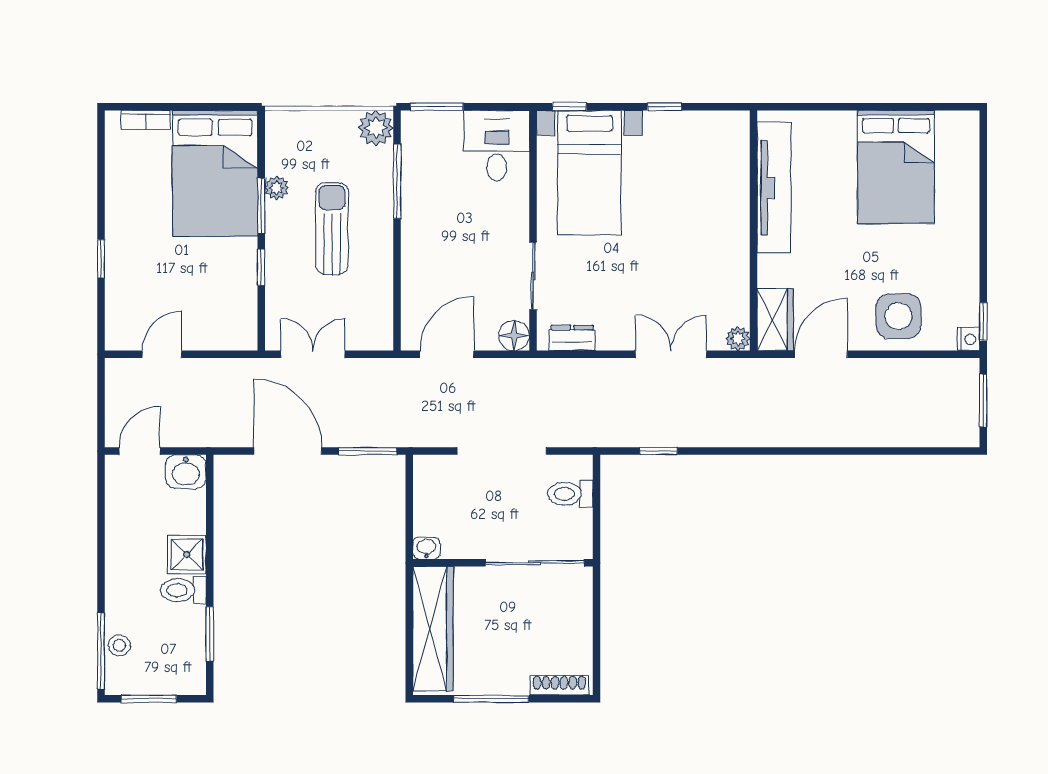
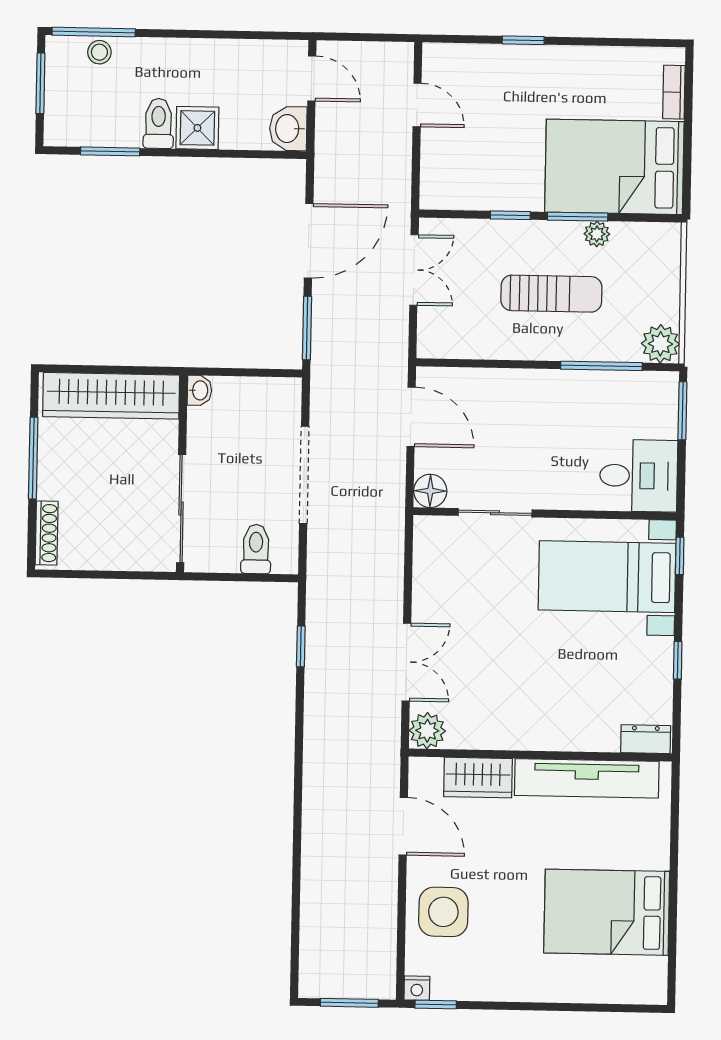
wardrobe: (775, 320) -> (478, 778), moved
dresser: (572, 338) -> (646, 739), moved, turned -90
plant: (738, 339) -> (427, 731), width x1.38, depth x1.38

